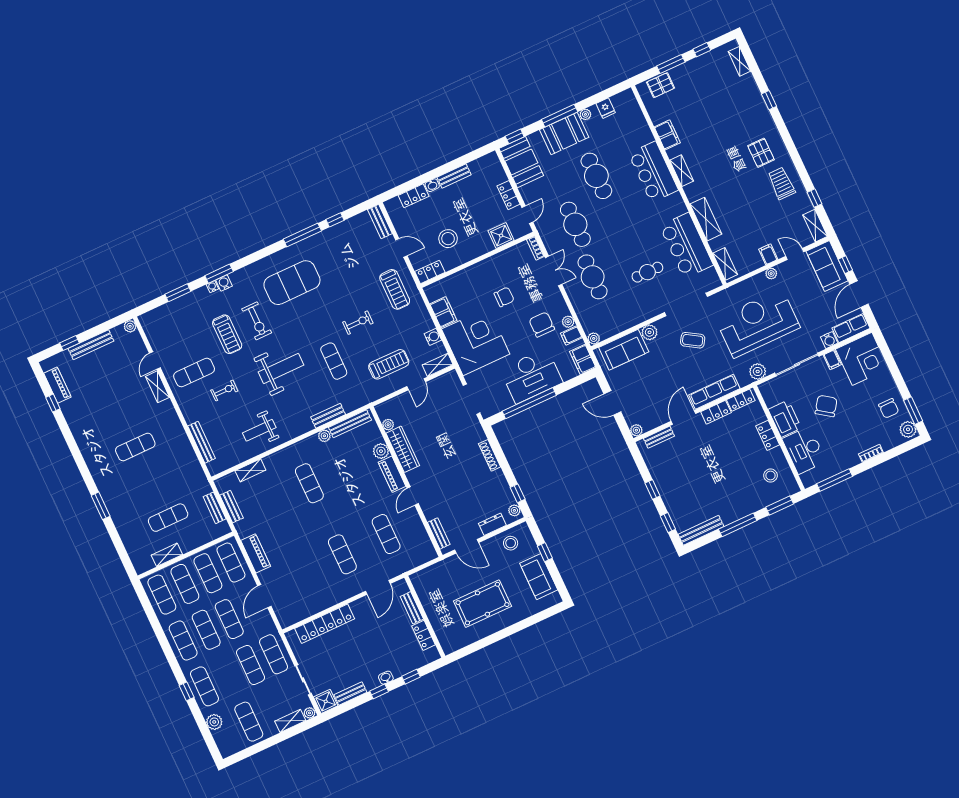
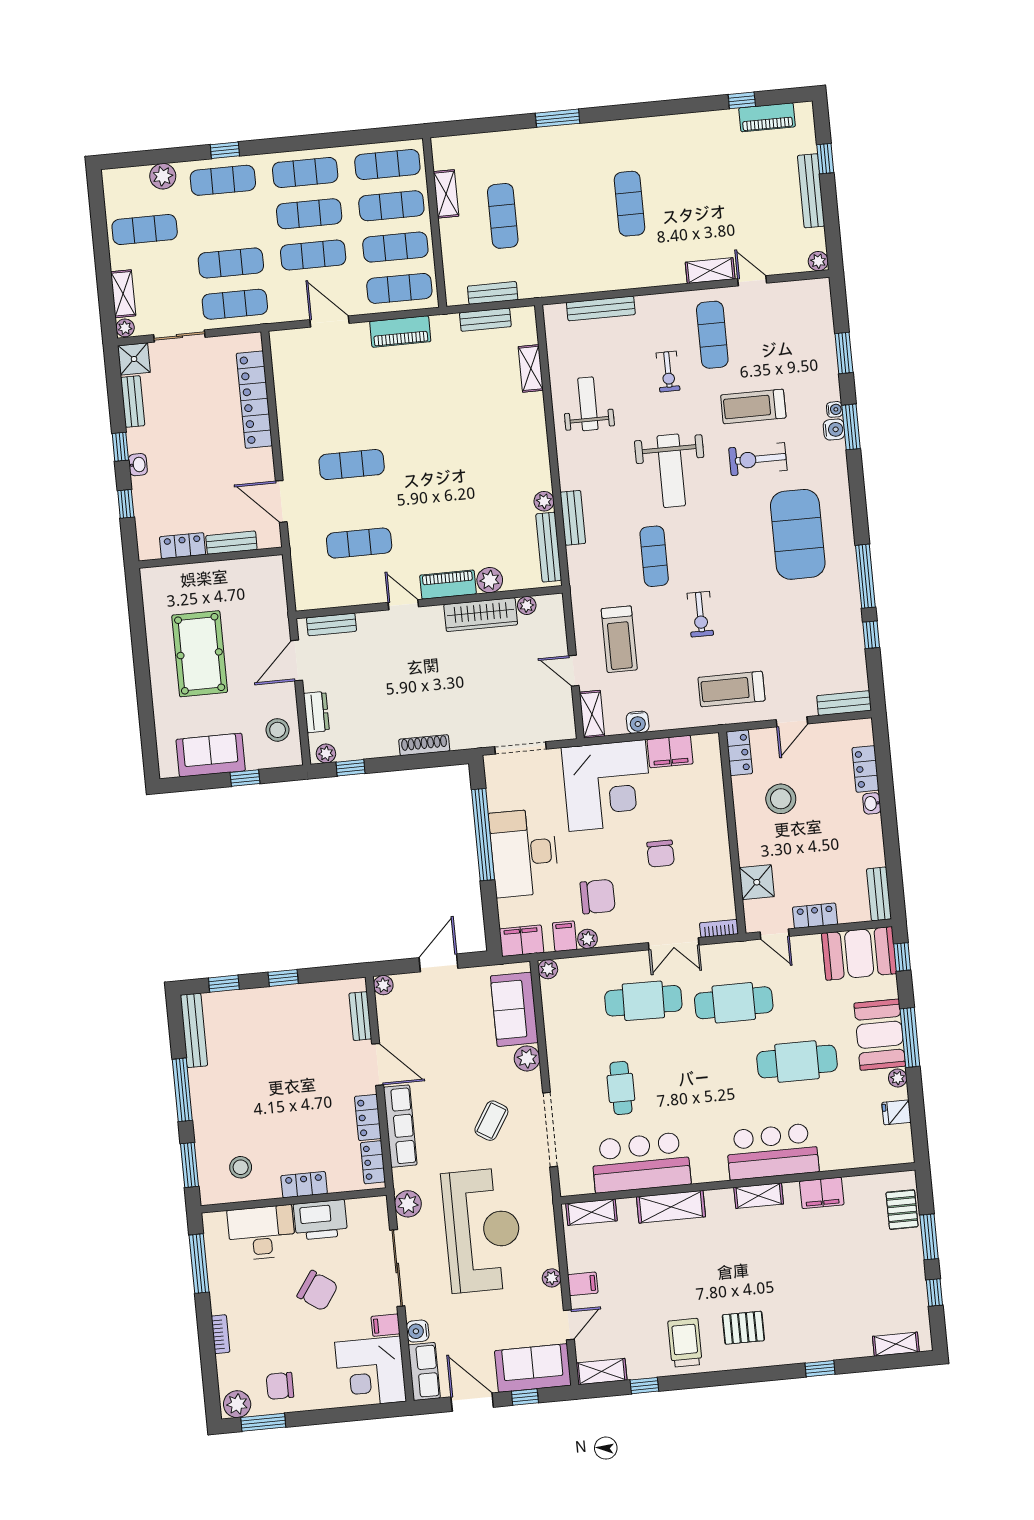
bench: (454, 176) -> (879, 894), moved
trolley: (781, 183) -> (685, 1343), turned -90
exercise mat: (334, 361) -> (654, 556), turned 90
exercise mat: (309, 483) -> (479, 452), removed

